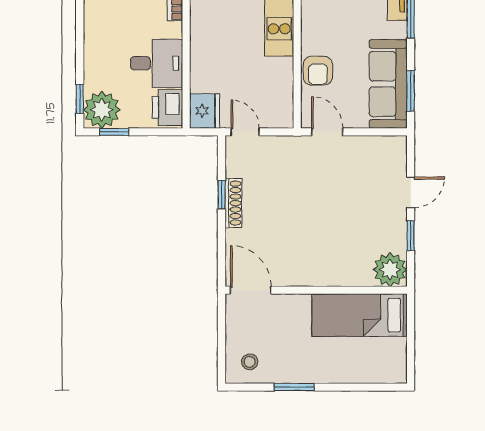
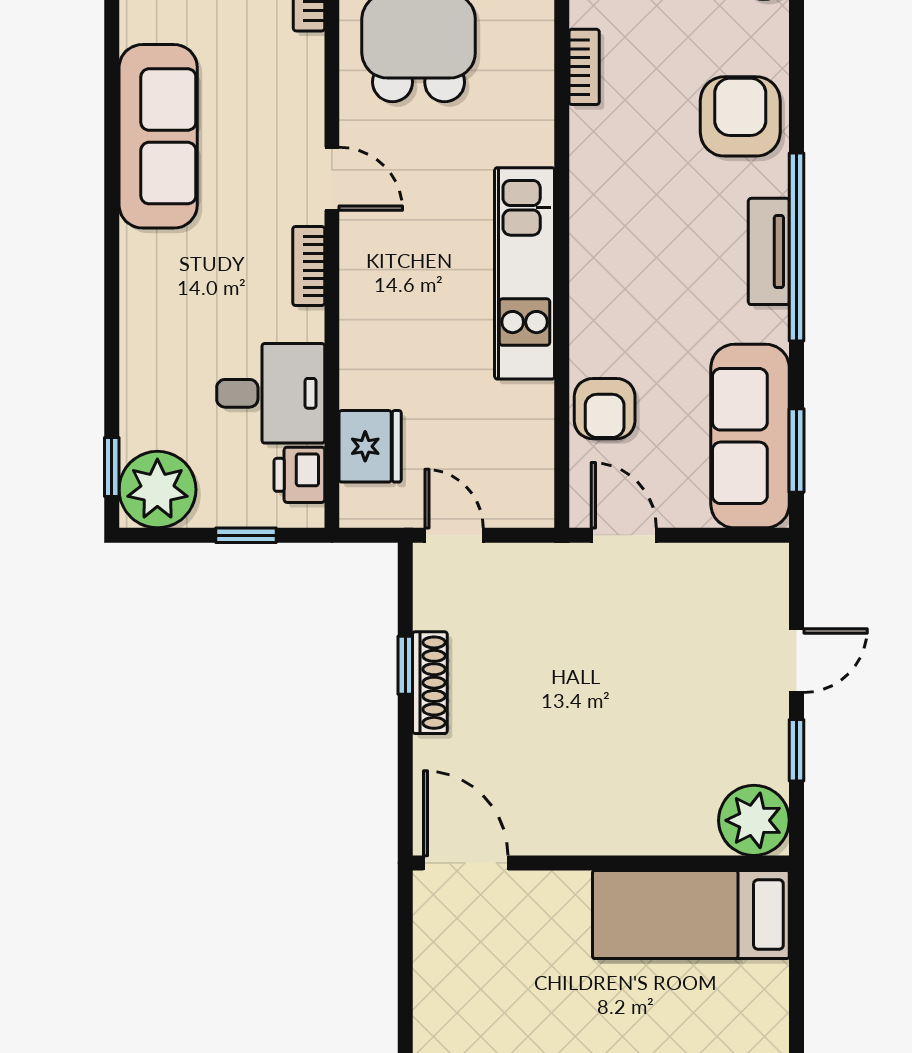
printer: (167, 107) -> (299, 475), width x0.73, depth x0.81
fridge: (205, 111) -> (370, 446), moved
window: (114, 132) -> (246, 535), moved
stool: (250, 362) -> (463, 1011), removed

